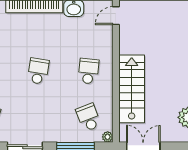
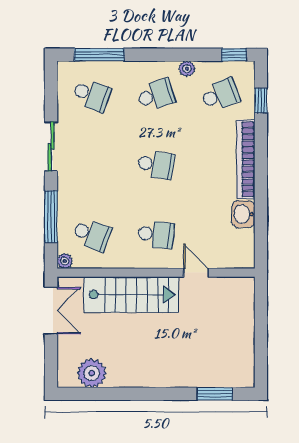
door: (116, 16) -> (196, 273), moved
school desk: (88, 117) -> (92, 235), turned 42

